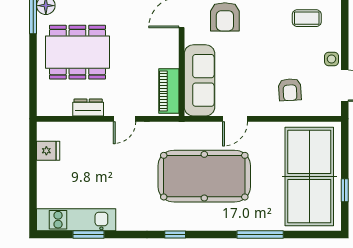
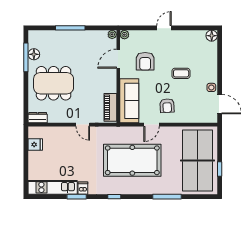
coffee table: (307, 18) -> (181, 73), moved
armchair: (290, 90) -> (167, 106), moved
dresser: (88, 107) -> (38, 118), moved
door: (125, 119) -> (83, 125), hinge flipped
dishwasher: (125, 221) -> (83, 188), added
window: (89, 235) -> (77, 197), moved

